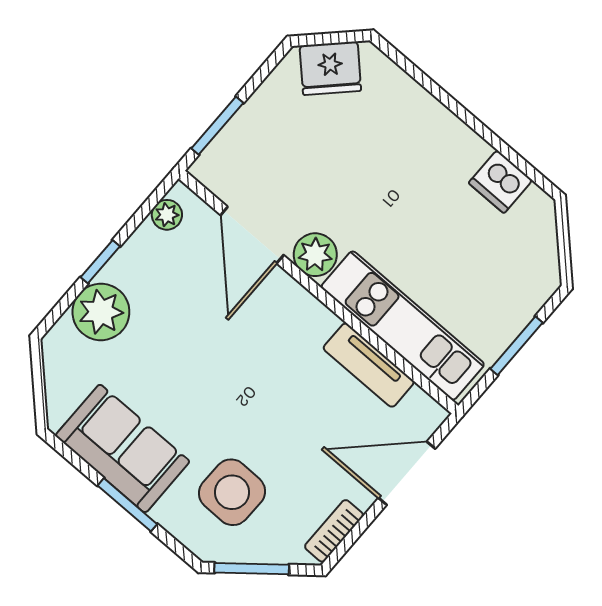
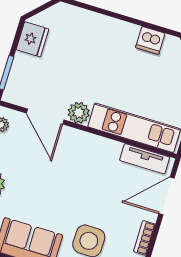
fridge: (330, 68) -> (32, 39), moved, turned -45
tv unit: (369, 365) -> (145, 159), moved

